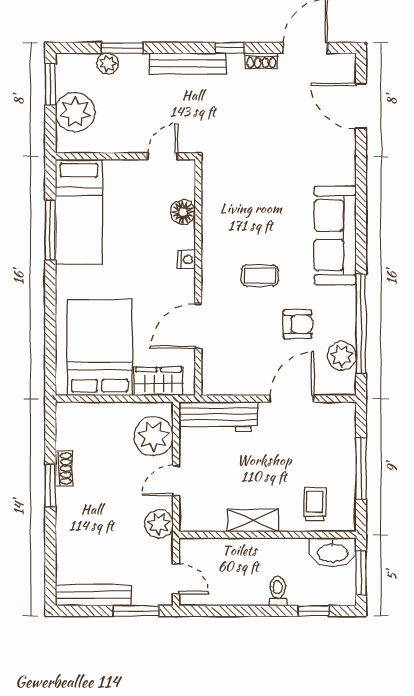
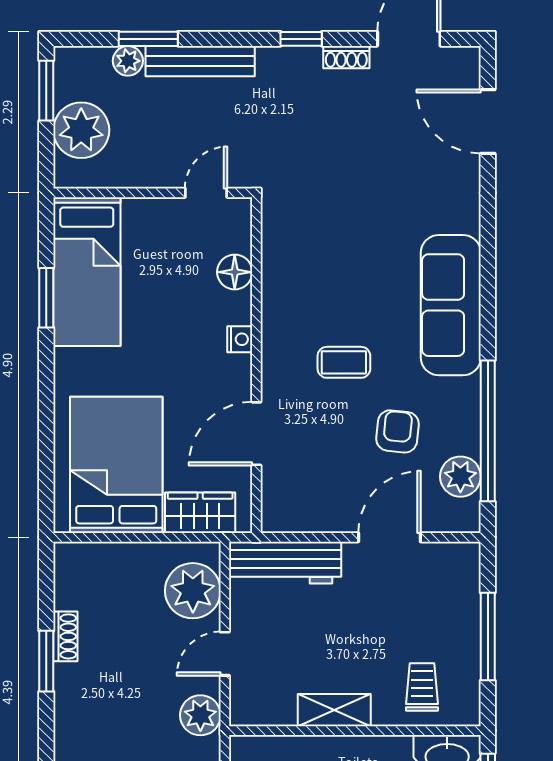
bench: (188, 64) -> (200, 61), moved
window: (50, 230) -> (46, 298), width x0.69
armchair: (297, 324) -> (397, 431), turned -84

